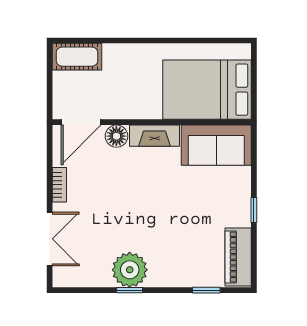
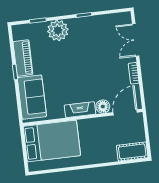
sofa: (216, 145) -> (32, 97), moved, turned 90
piano: (238, 257) -> (23, 58), moved
plant: (130, 270) -> (58, 30), moved

